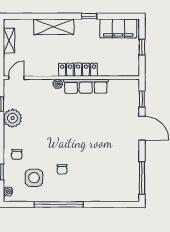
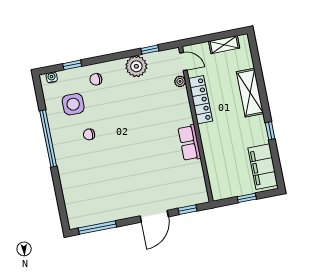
locker: (78, 70) -> (200, 100), moved
plant: (58, 84) -> (180, 81), moved
row of seats: (86, 86) -> (189, 143), width x0.68

